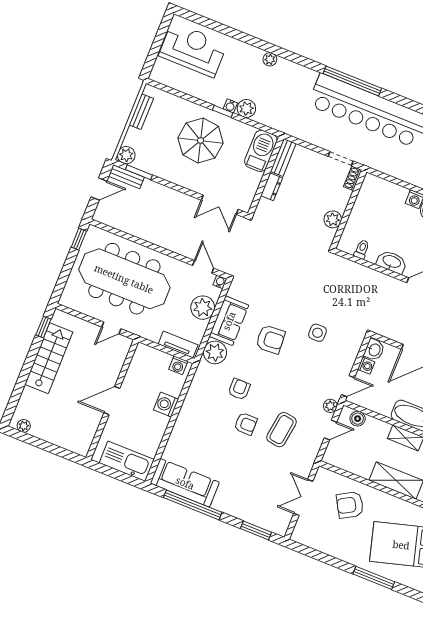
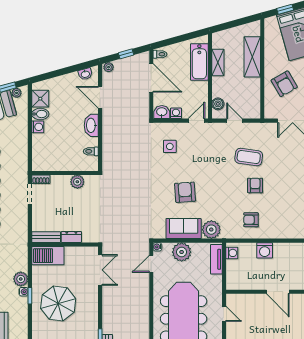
side table: (318, 333) -> (170, 146), moved
door: (348, 386) -> (197, 121), hinge flipped
armchair: (239, 389) -> (251, 220), moved
plant: (330, 406) -> (217, 128), removed

